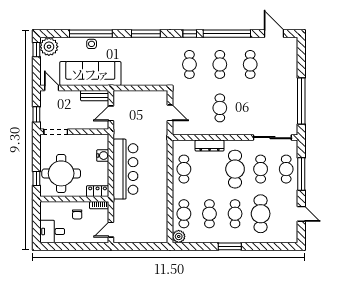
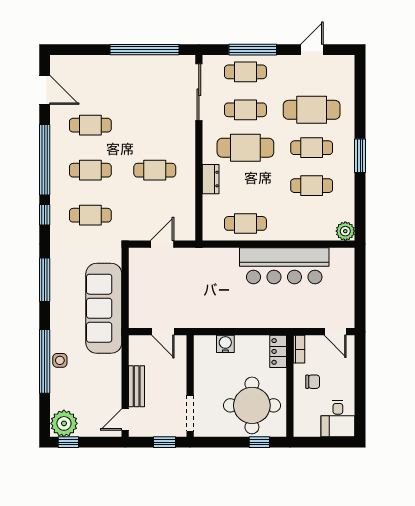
door: (274, 34) -> (45, 90), swing flipped
sofa: (90, 74) -> (104, 308), moved
bench: (95, 96) -> (137, 386), moved
dresser: (210, 146) -> (211, 179), width x0.70
bar counter: (125, 169) -> (284, 266), moved, turned 180
cafe table: (184, 214) -> (312, 223), removed

